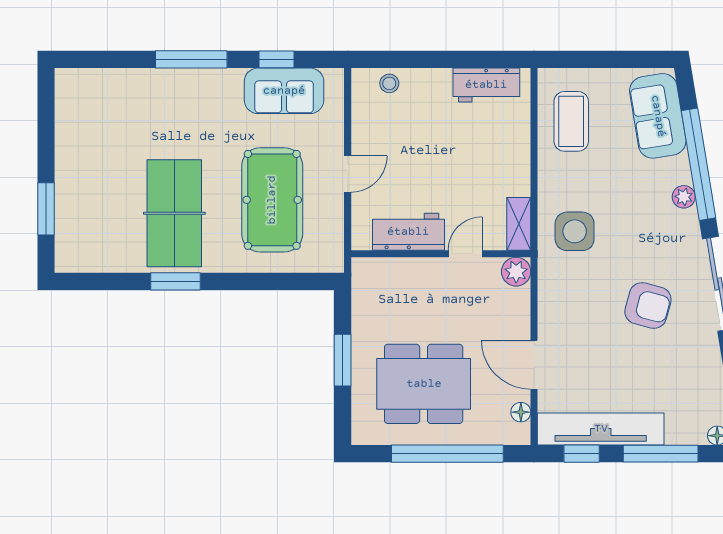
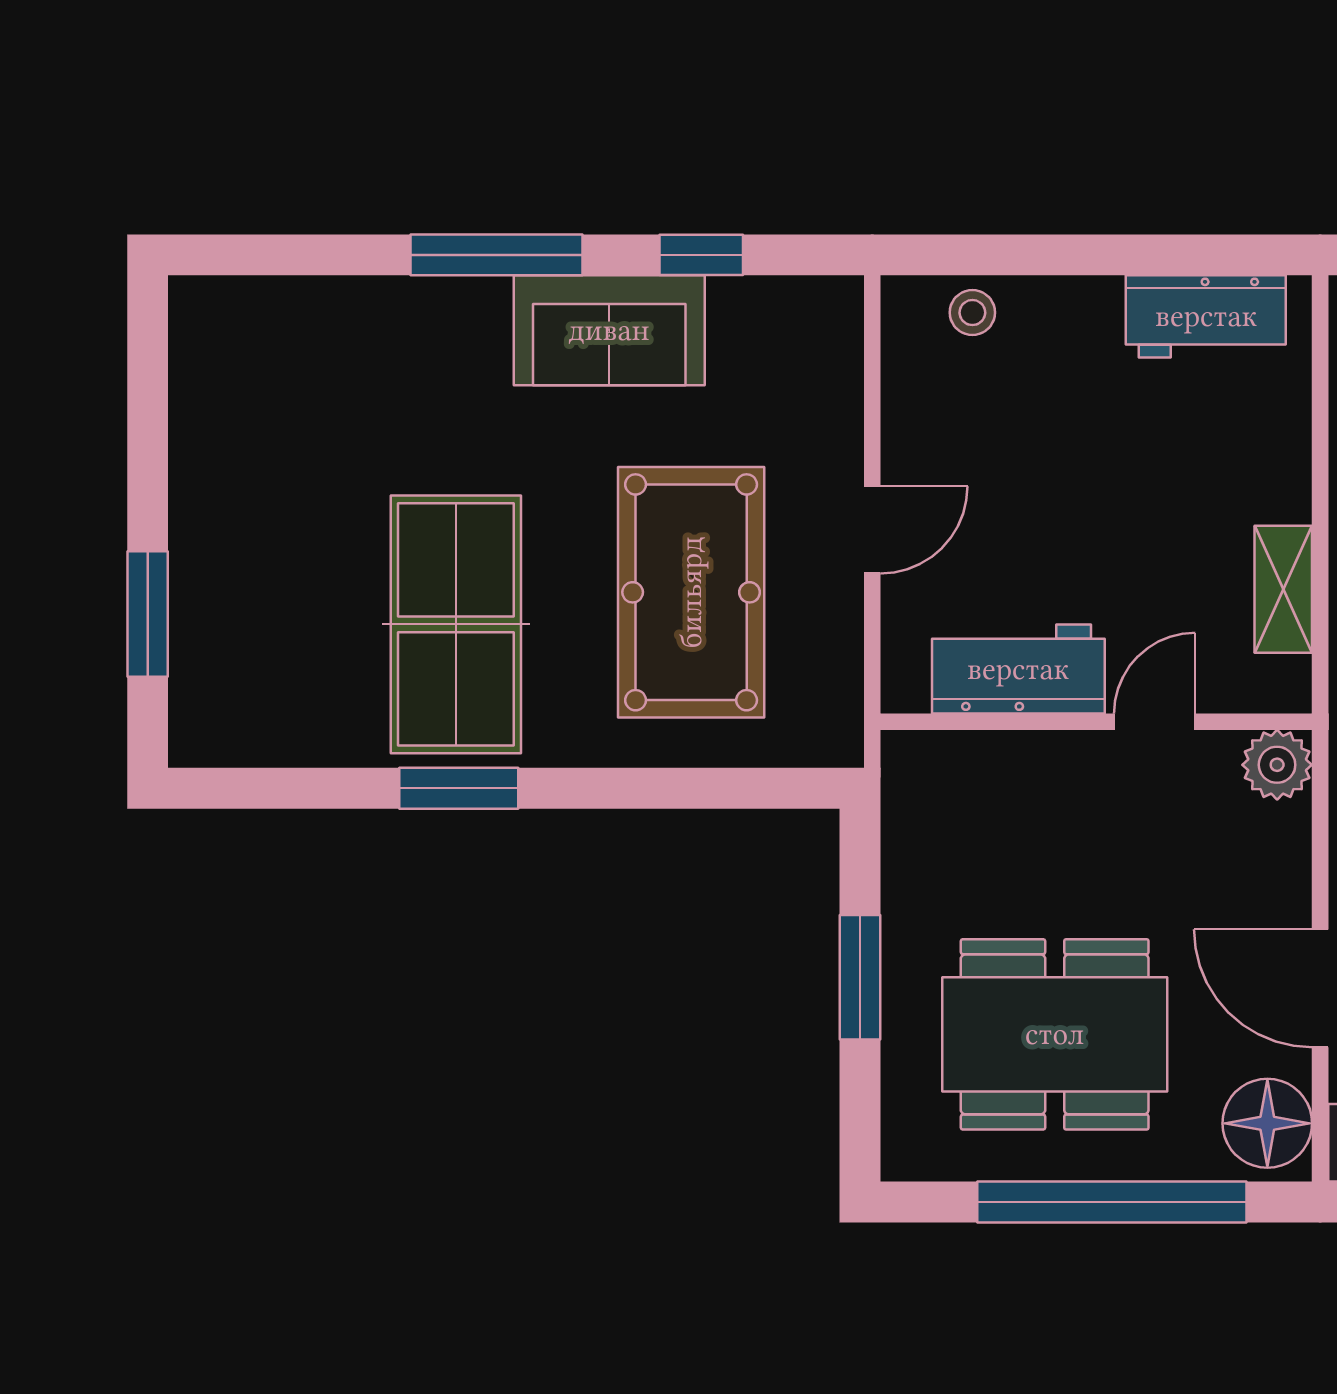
sofa: (284, 91) -> (609, 330), moved
shelving: (519, 224) -> (1283, 589), moved
floor lamp: (521, 412) -> (1267, 1123), width x1.89, depth x1.89

